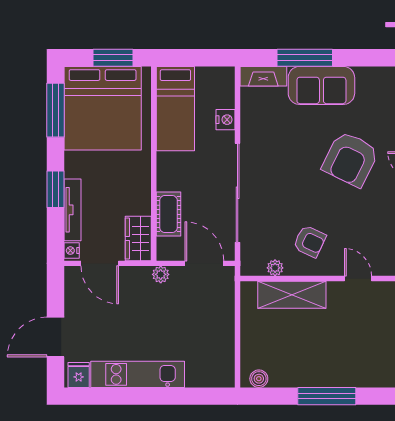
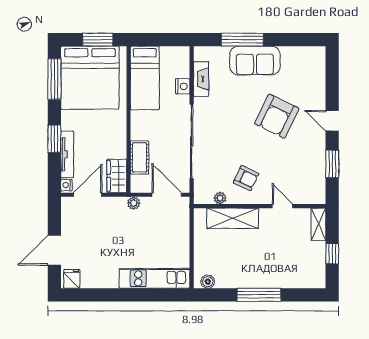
fireplace: (263, 76) -> (201, 79), moved, turned -90
door: (100, 263) -> (88, 195), swing flipped
kitchen unit: (138, 374) -> (154, 278), moved

